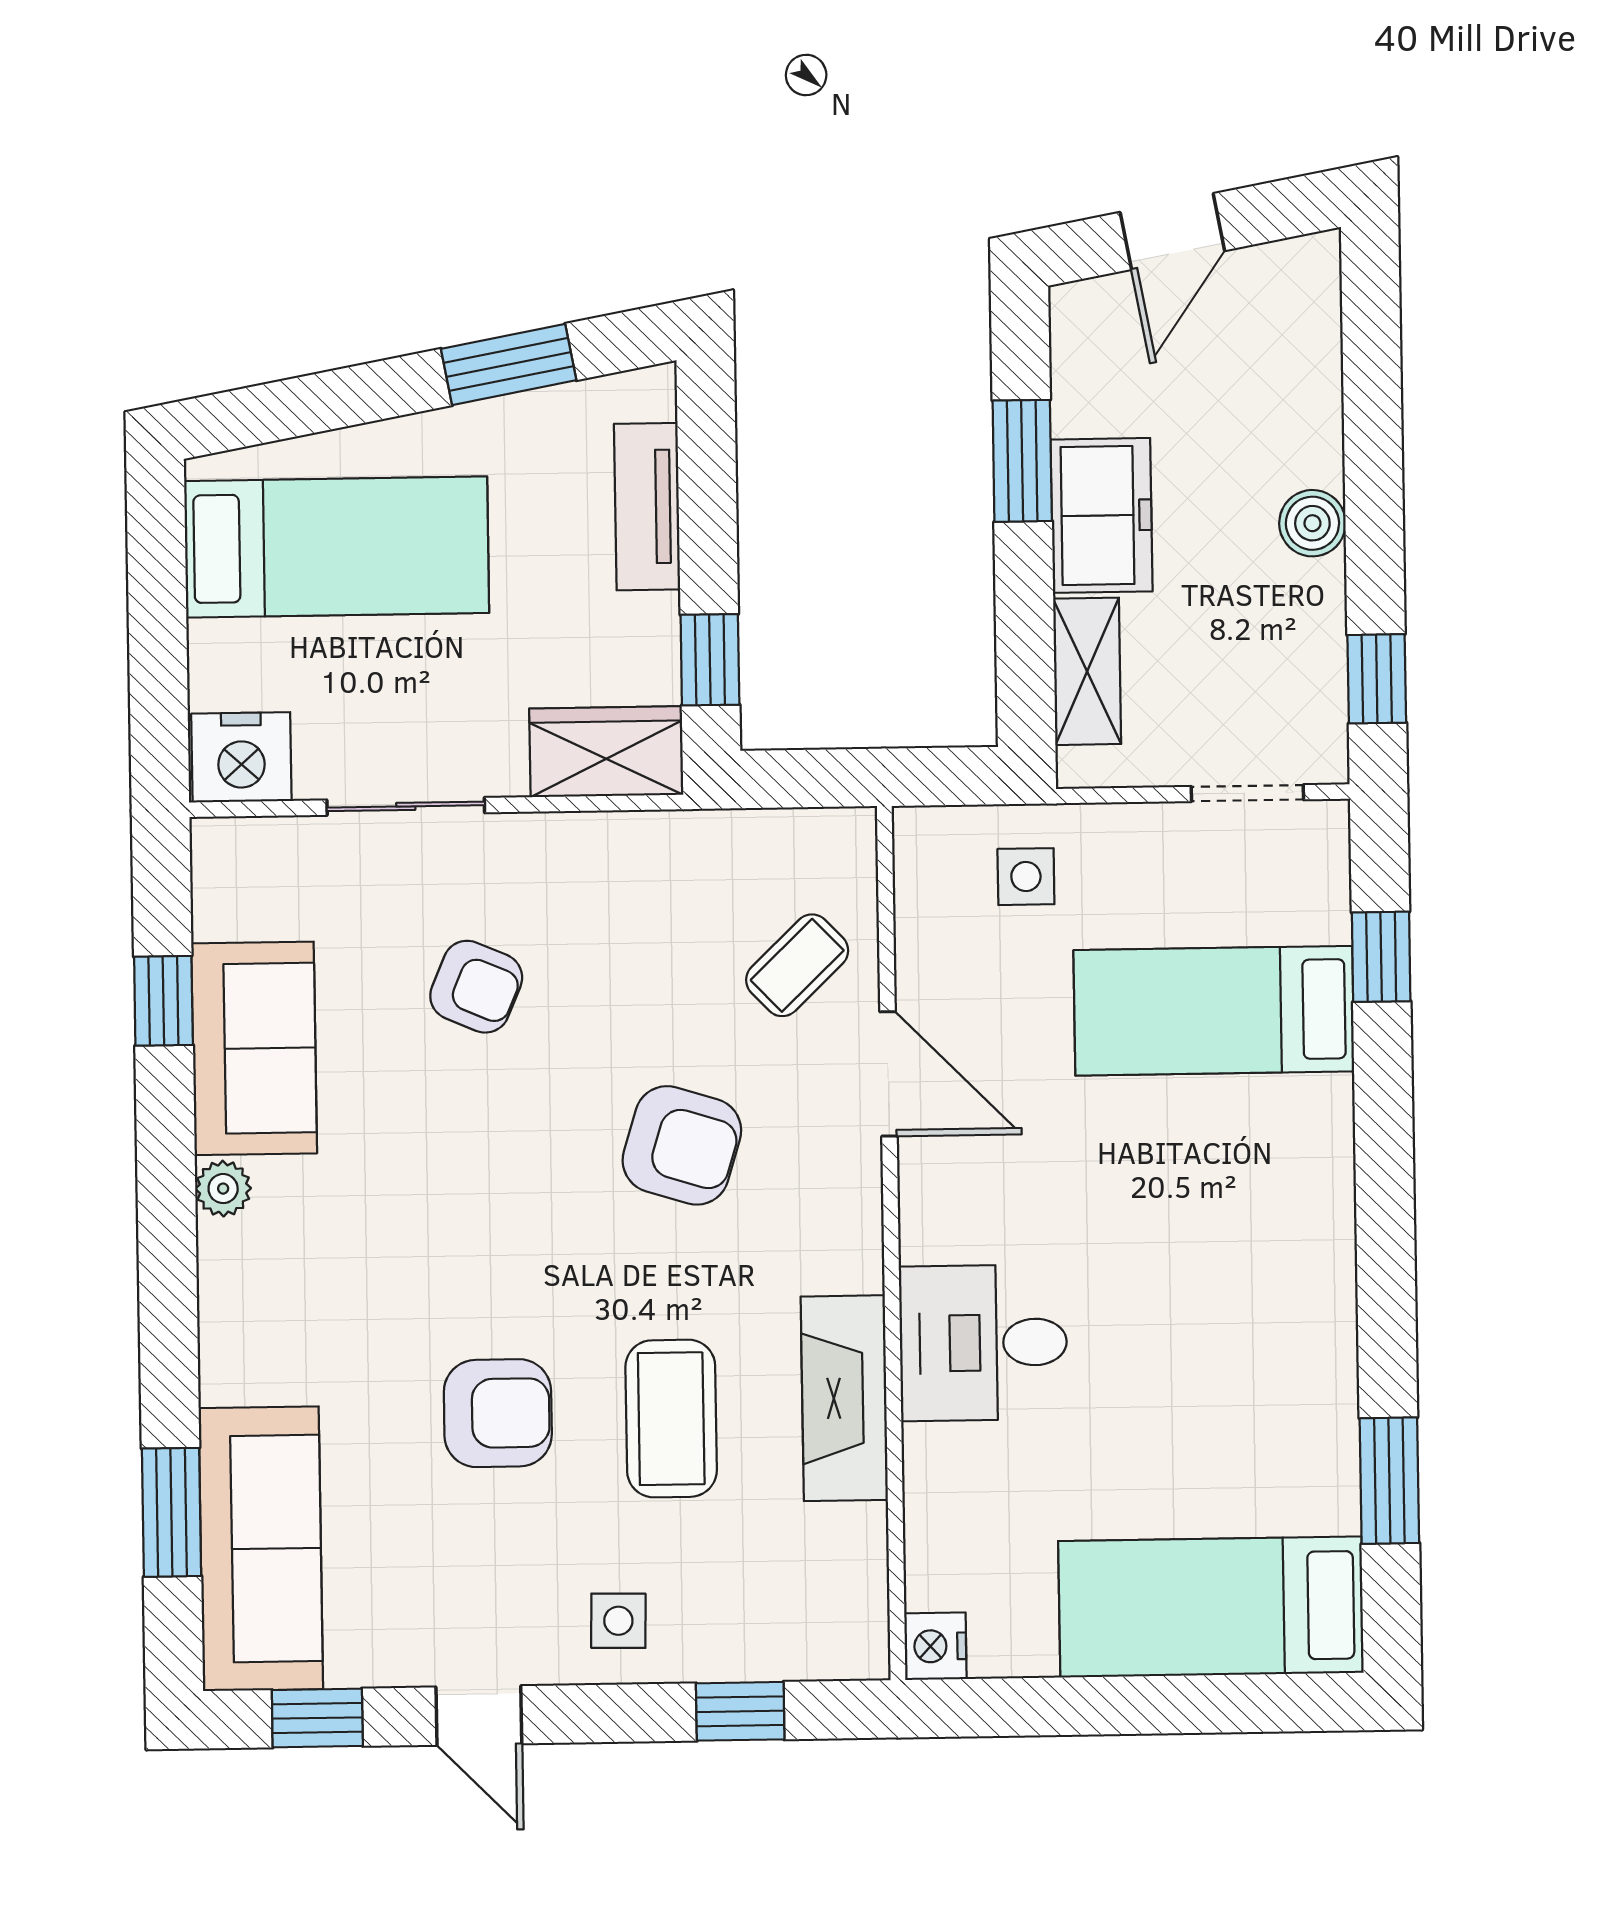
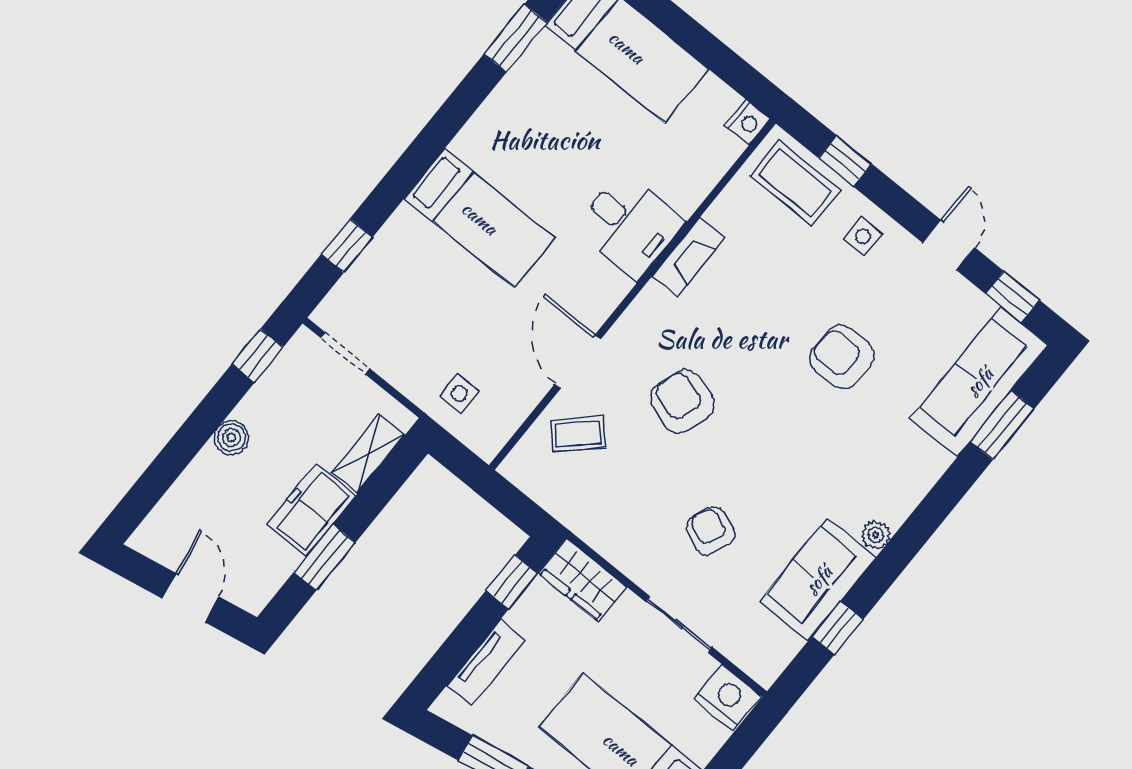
door: (1172, 231) -> (191, 598), hinge flipped
bed: (1214, 1011) -> (480, 218), moved
fireplace: (844, 1398) -> (689, 257), width x0.73, depth x0.76
coffee table: (671, 1419) -> (795, 183), moved, turned 90

